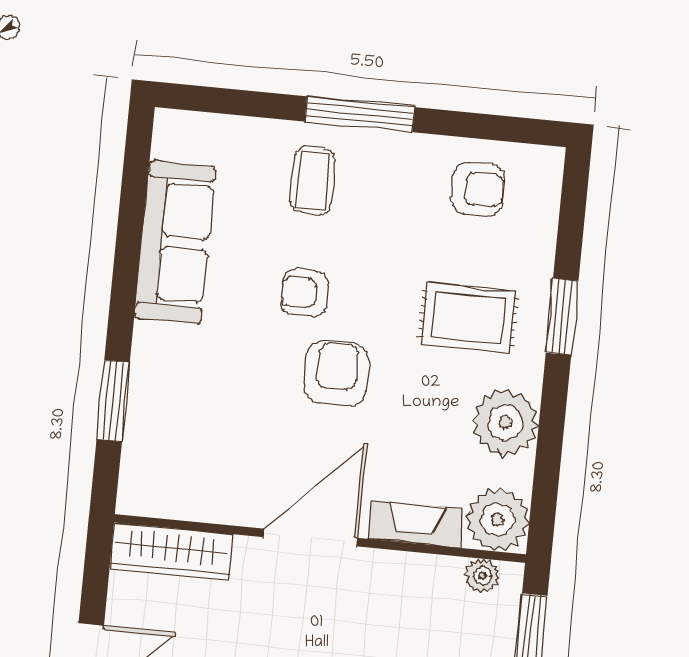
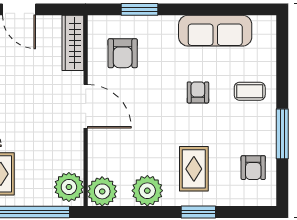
window: (360, 114) -> (282, 134), moved
armchair: (337, 374) -> (123, 53), moved, turned 90
fireplace: (416, 524) -> (97, 154), removed
plant: (482, 576) -> (69, 187), width x1.88, depth x1.88

